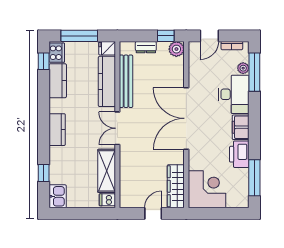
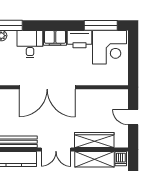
desk: (234, 94) -> (30, 44), width x0.73
wardrobe: (176, 186) -> (94, 140), moved, turned 180
corner desk: (207, 189) -> (109, 47), moved, turned 180

